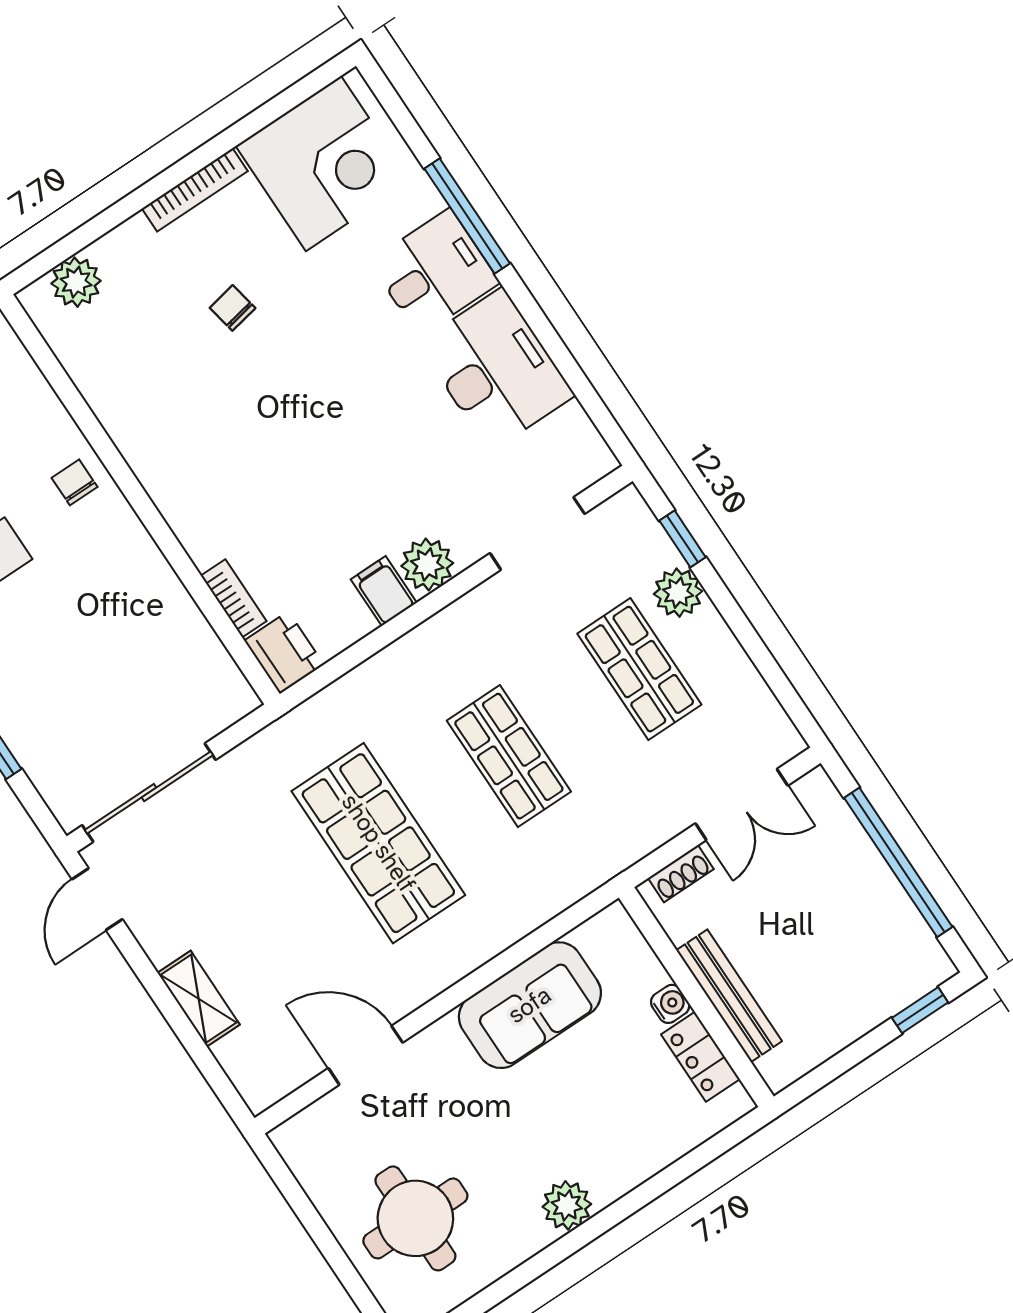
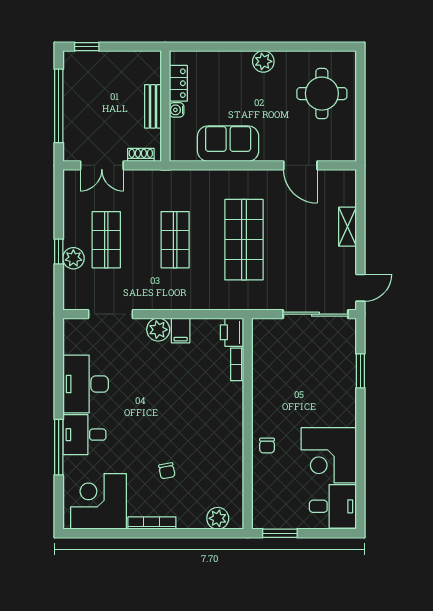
window: (683, 539) -> (59, 252), moved
double door: (742, 804) -> (102, 165), swing flipped
bench: (729, 996) -> (153, 106), width x0.73

